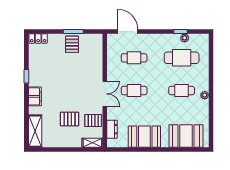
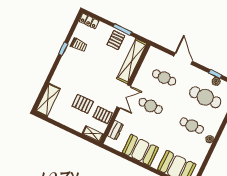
door: (128, 32) -> (183, 59), moved
shelving: (96, 57) -> (132, 61), added
trolley: (39, 66) -> (79, 45), added
filing cabinet: (35, 96) -> (62, 70), removed

